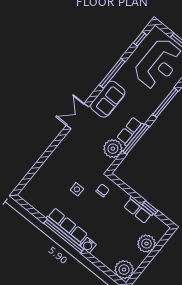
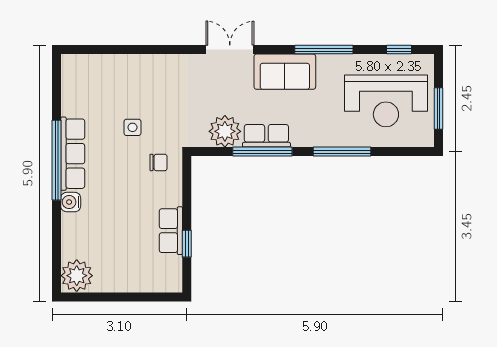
plant: (146, 244) -> (135, 277), removed

